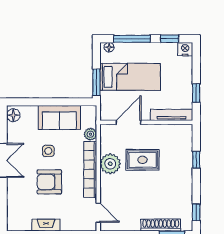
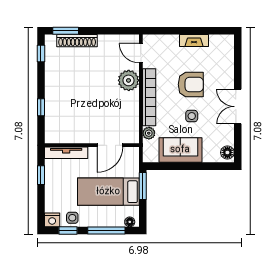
side table: (165, 51) -> (72, 218), added
rug: (142, 160) -> (96, 107), removed
plant: (110, 164) -> (129, 80), moved

